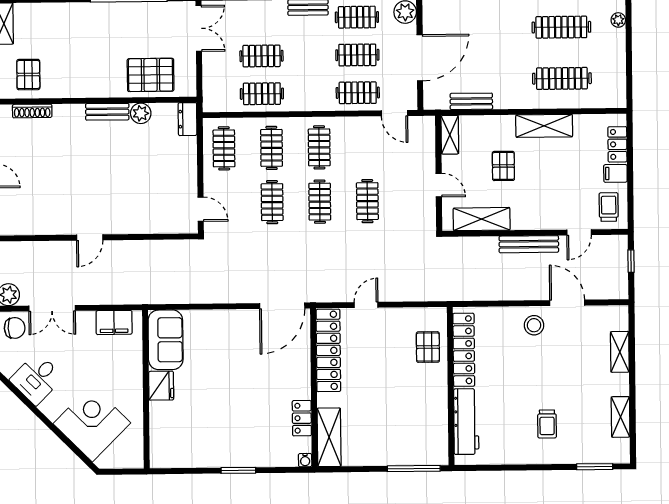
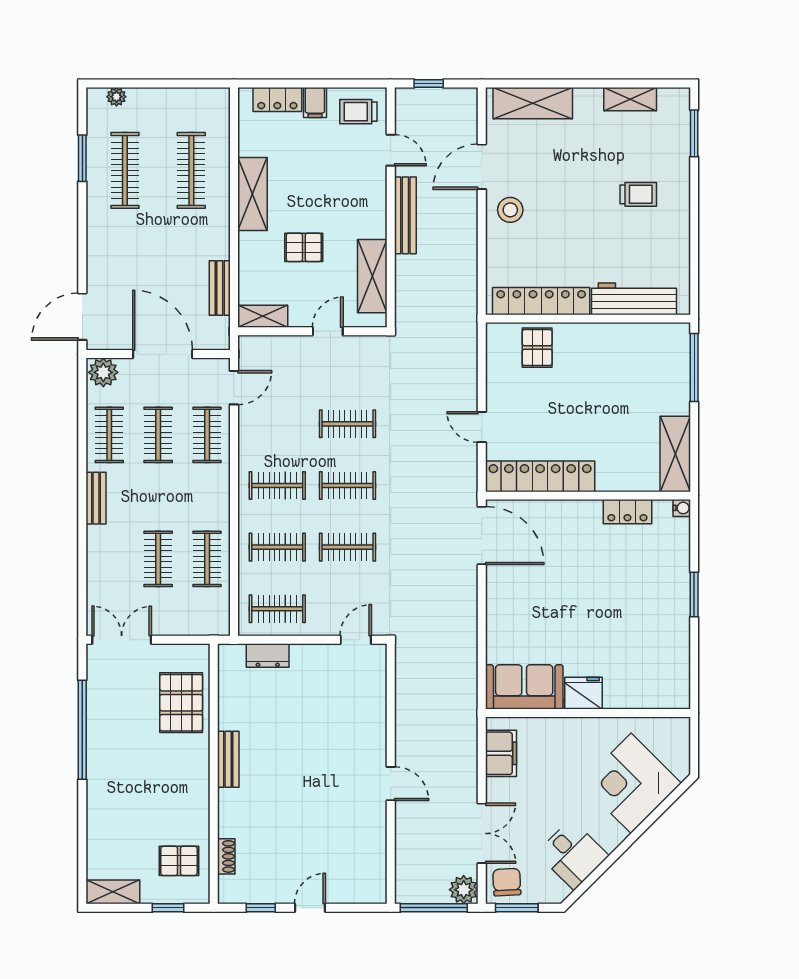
shoe rack: (32, 111) -> (226, 856), width x0.70
plant: (141, 113) -> (231, 716), removed
dresser: (188, 119) -> (268, 655), moved
pallet: (428, 347) -> (537, 348), turned 90
shelving: (620, 352) -> (533, 103), width x1.50, depth x1.33
shelving: (329, 437) -> (675, 454), moved, turned 90

